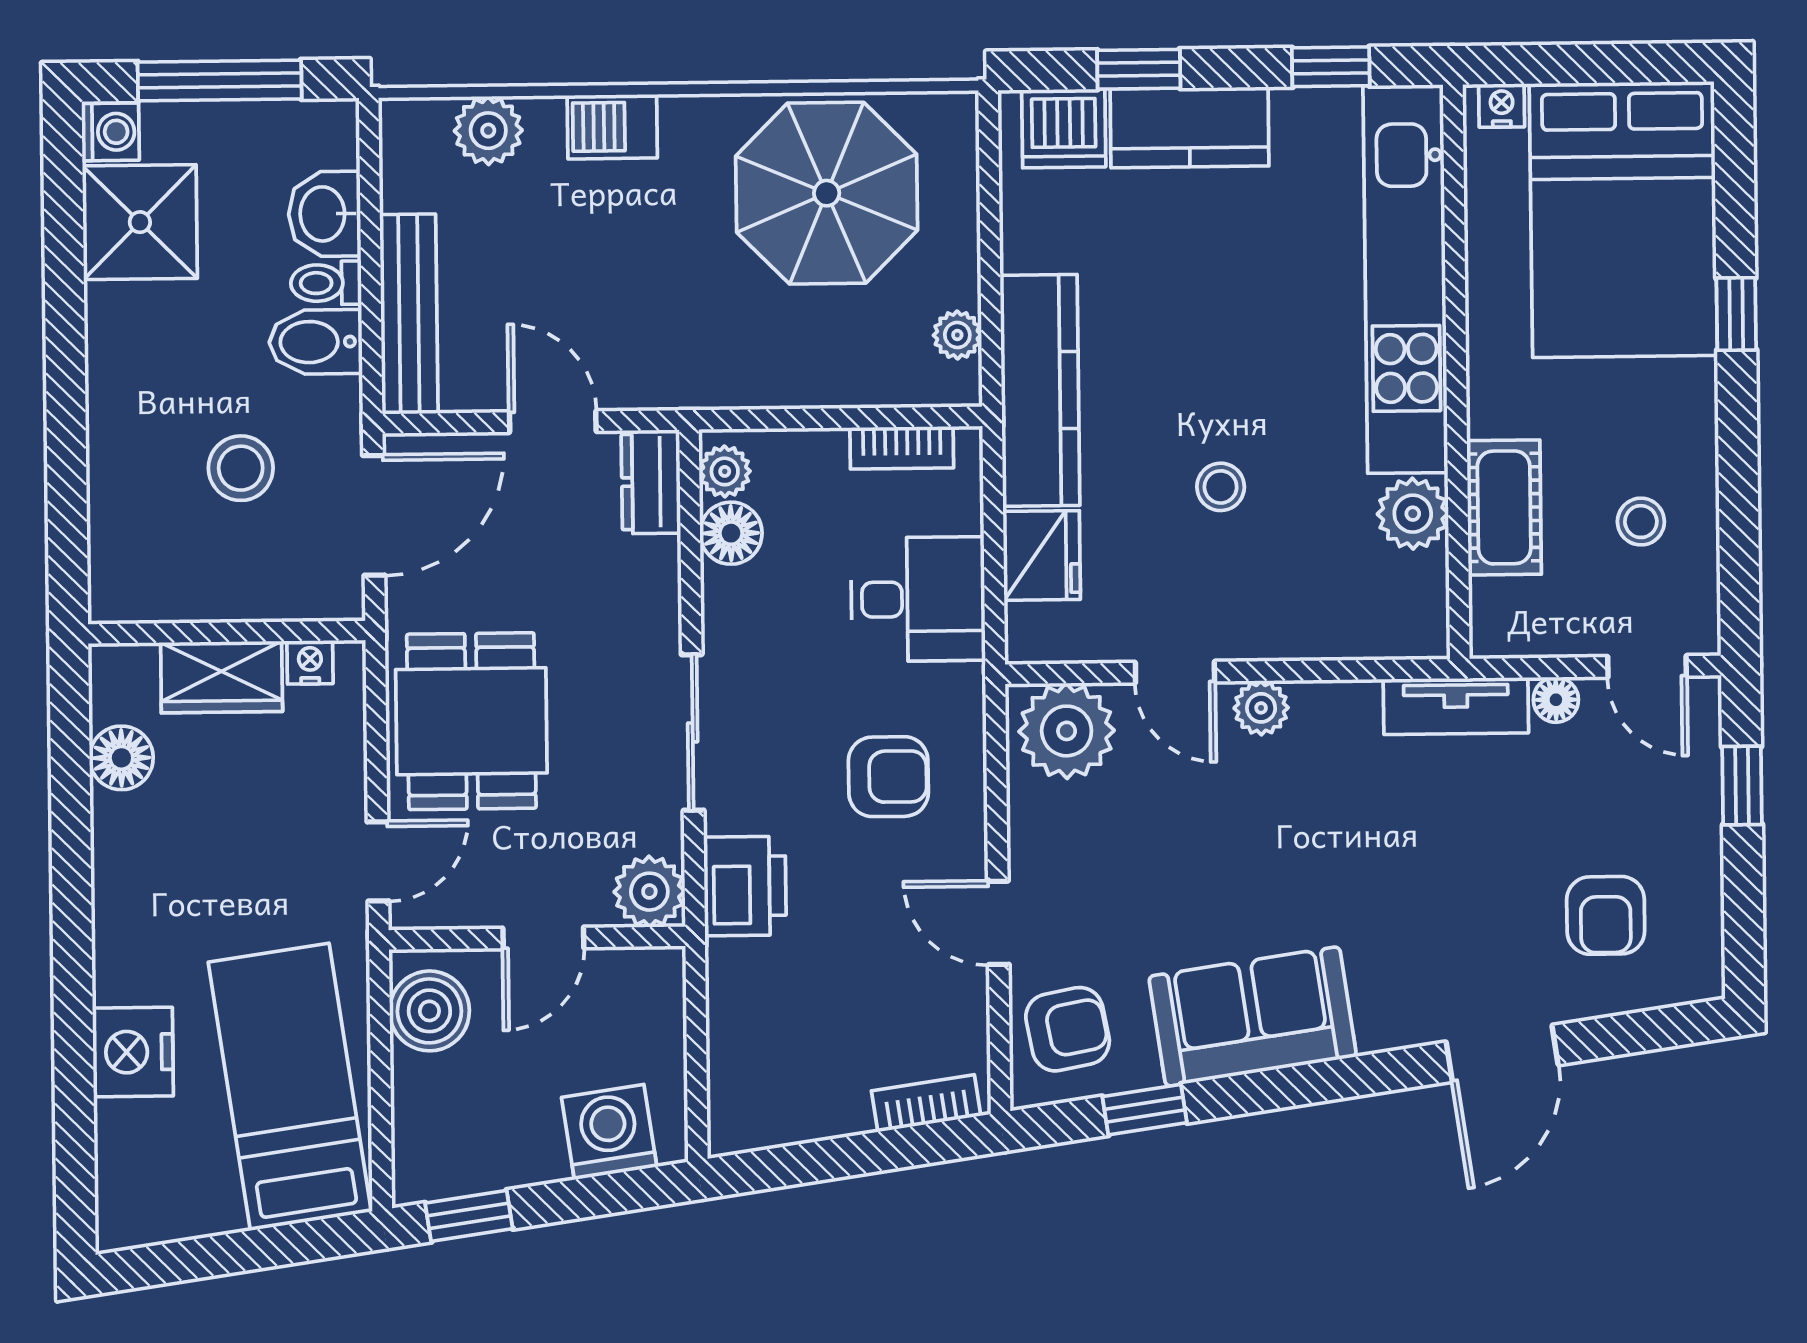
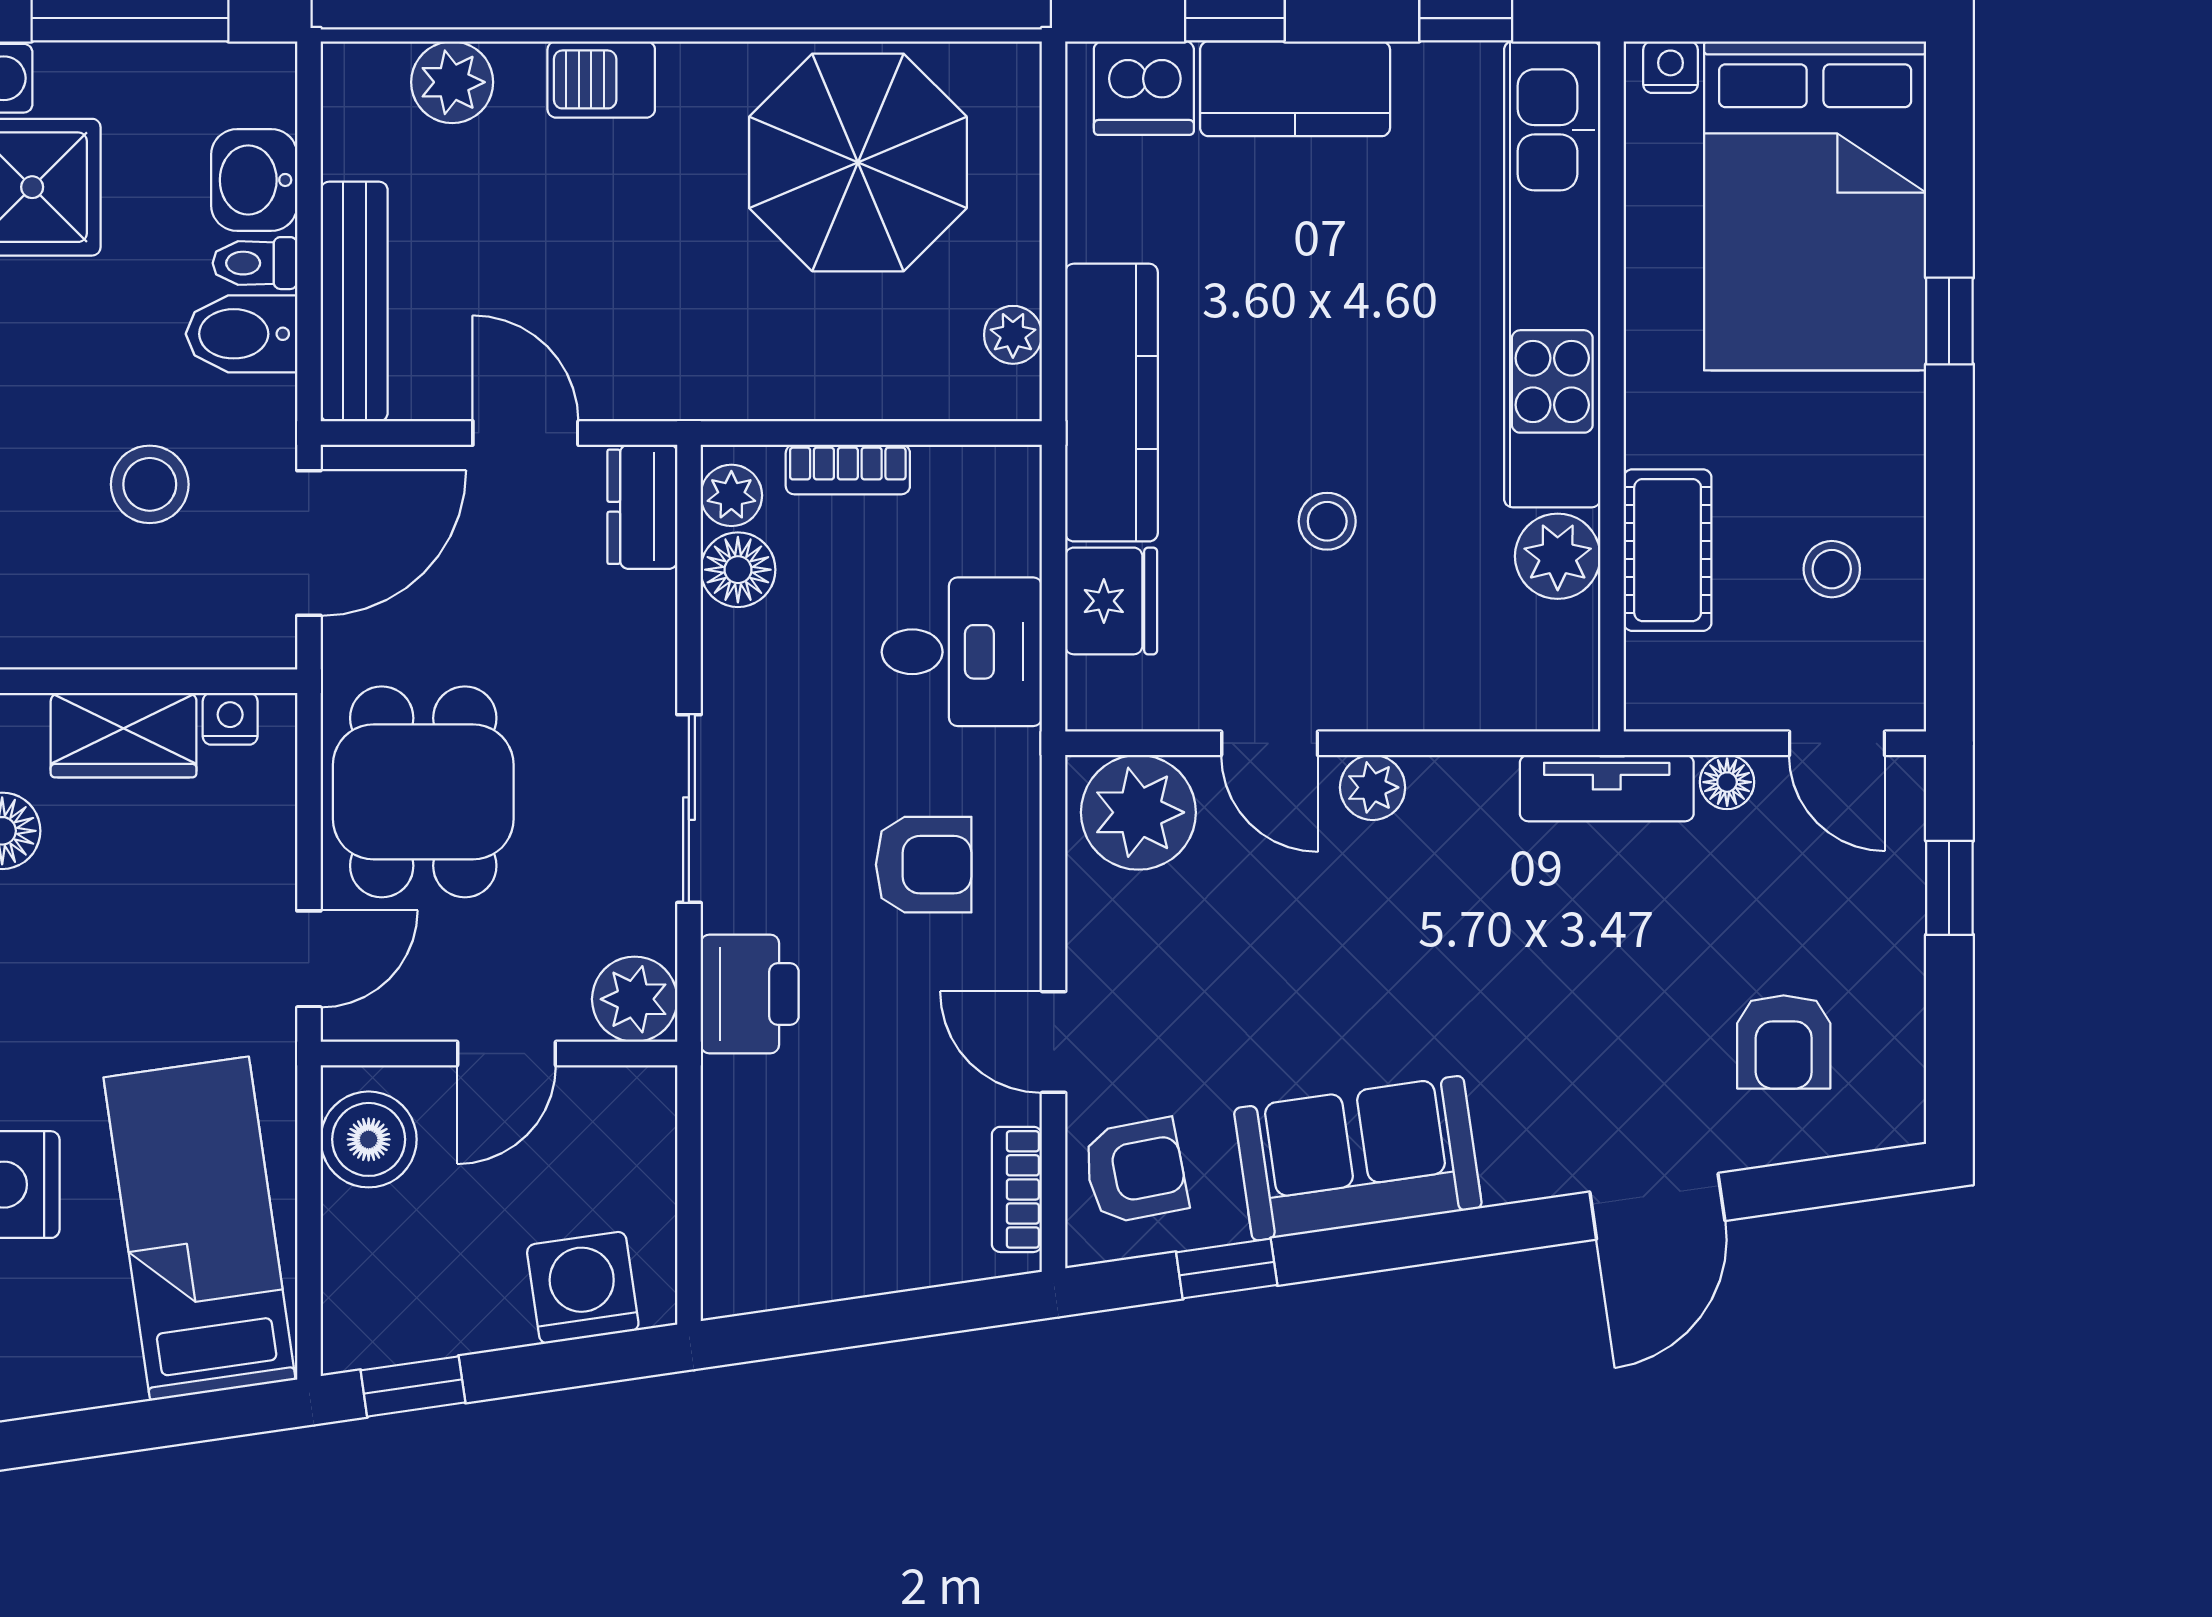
bookcase: (902, 448) -> (848, 469), moved
bookcase: (926, 1103) -> (1017, 1189), moved, turned -82

